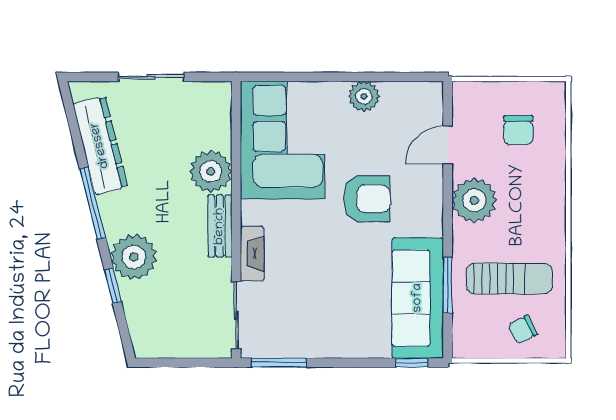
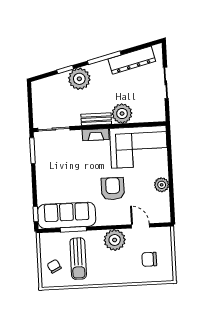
armchair: (367, 199) -> (113, 189), turned 180
fireplace: (252, 254) -> (96, 135), moved

